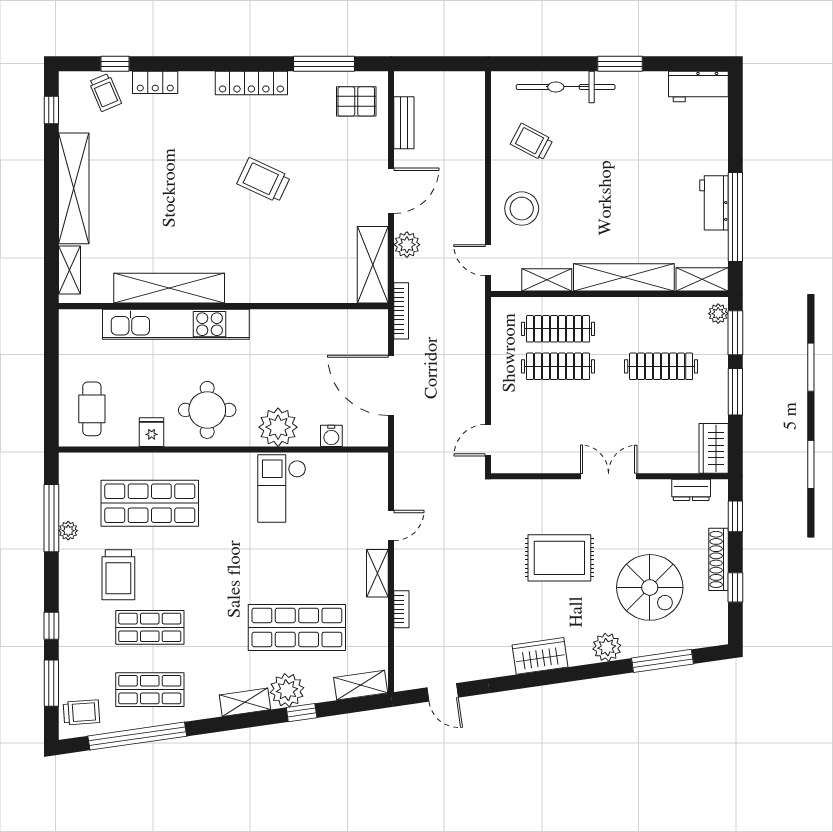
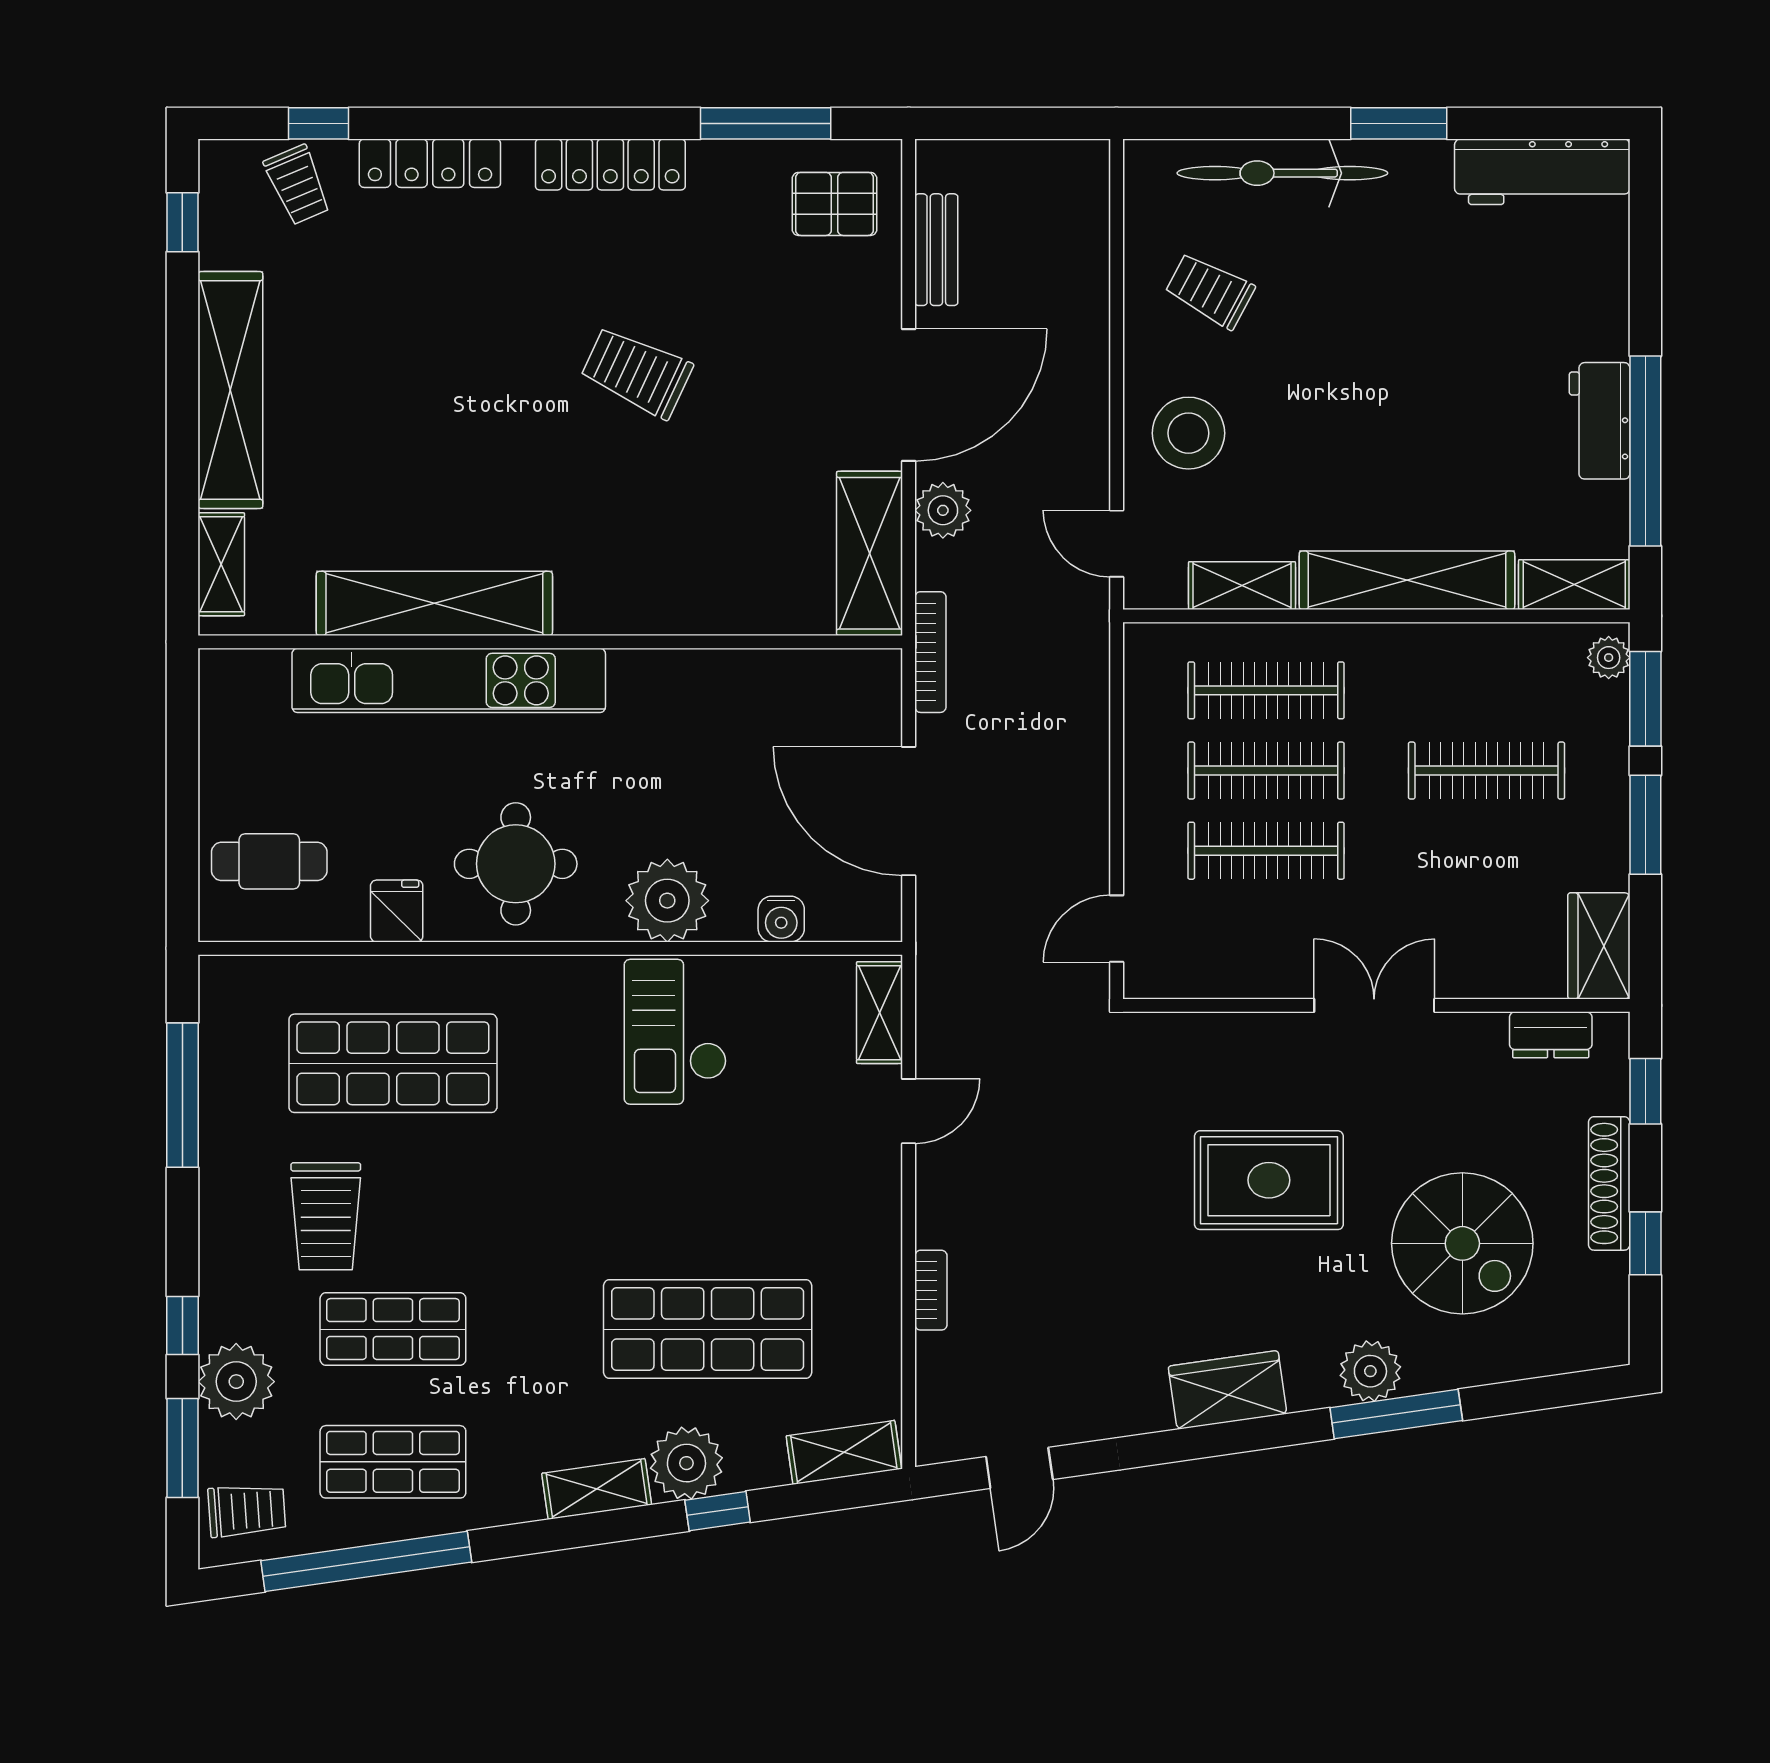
locker: (155, 82) -> (430, 163), width x1.53
workbench: (698, 86) -> (1542, 172), width x1.38
door: (391, 191) -> (909, 395), width x1.36
clothes rail: (558, 404) -> (1266, 851), added
cafe table: (92, 409) -> (269, 861), turned 90
plant: (68, 531) -> (236, 1382), moved, width x1.87, depth x1.87
shelving: (377, 573) -> (880, 1013), moved
window: (662, 661) -> (1396, 1414), moved
door: (443, 692) -> (1019, 1468), hinge flipped

